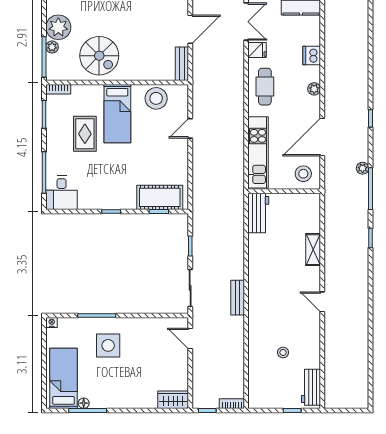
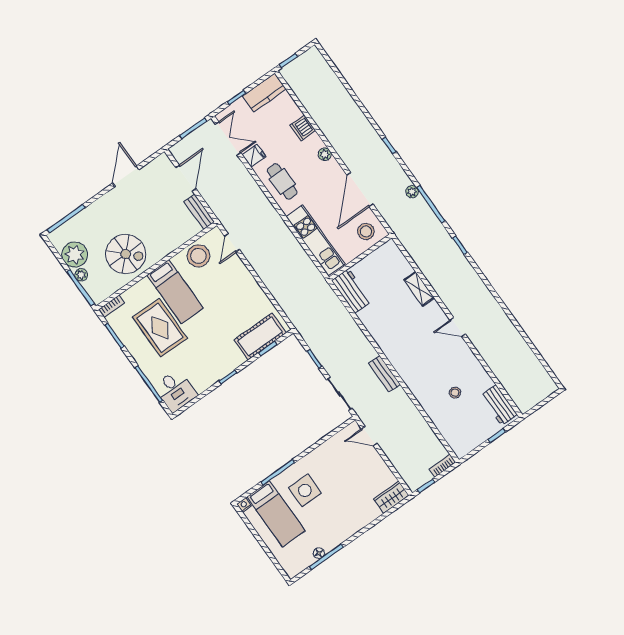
door: (190, 128) -> (232, 243), moved
rug: (85, 134) -> (160, 328), width x1.36, depth x1.43
bed: (64, 378) -> (276, 514), moved, turned 180

